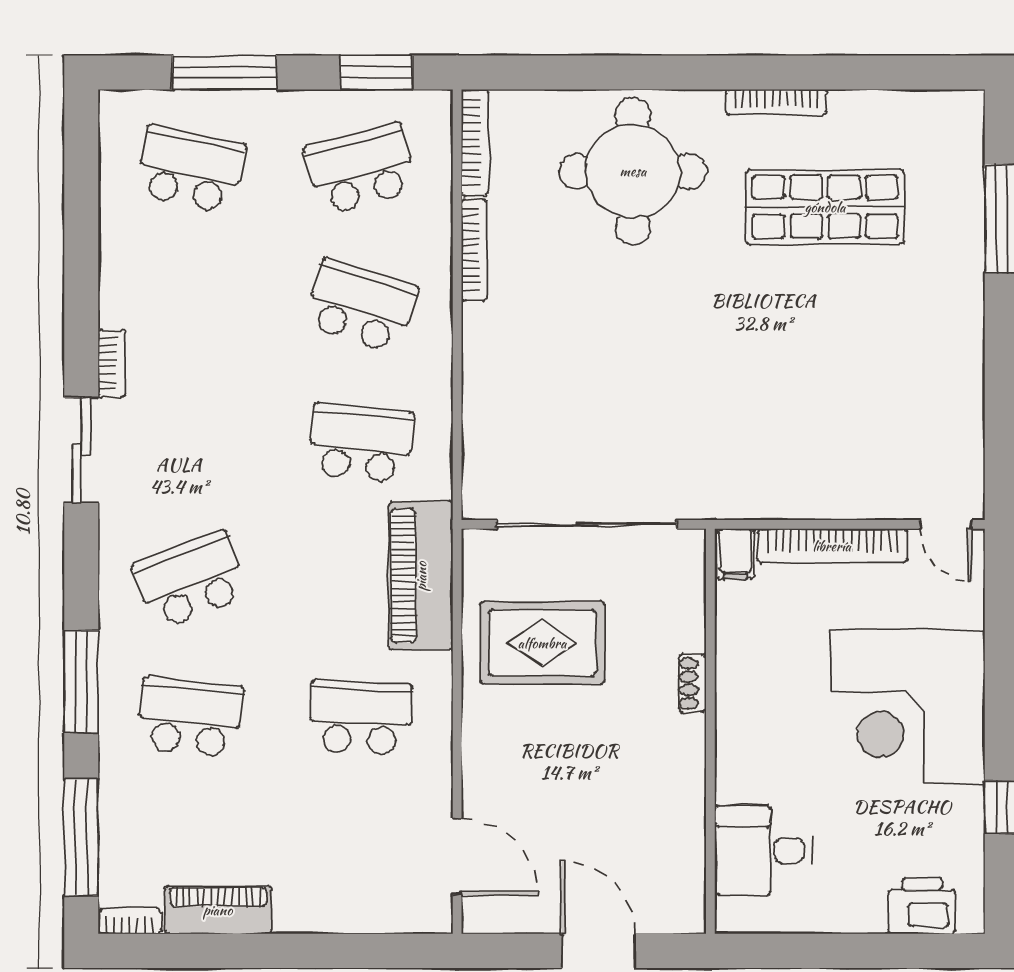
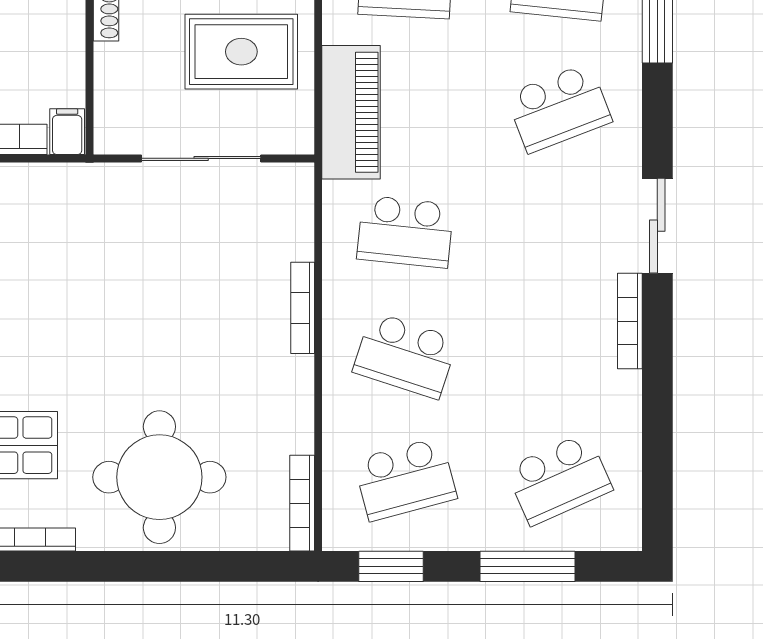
school desk: (190, 169) -> (559, 479), turned -36
bookcase: (474, 250) -> (303, 308), moved
bookcase: (112, 363) -> (630, 321), width x1.56
sliding door: (587, 524) -> (201, 158), width x0.73

